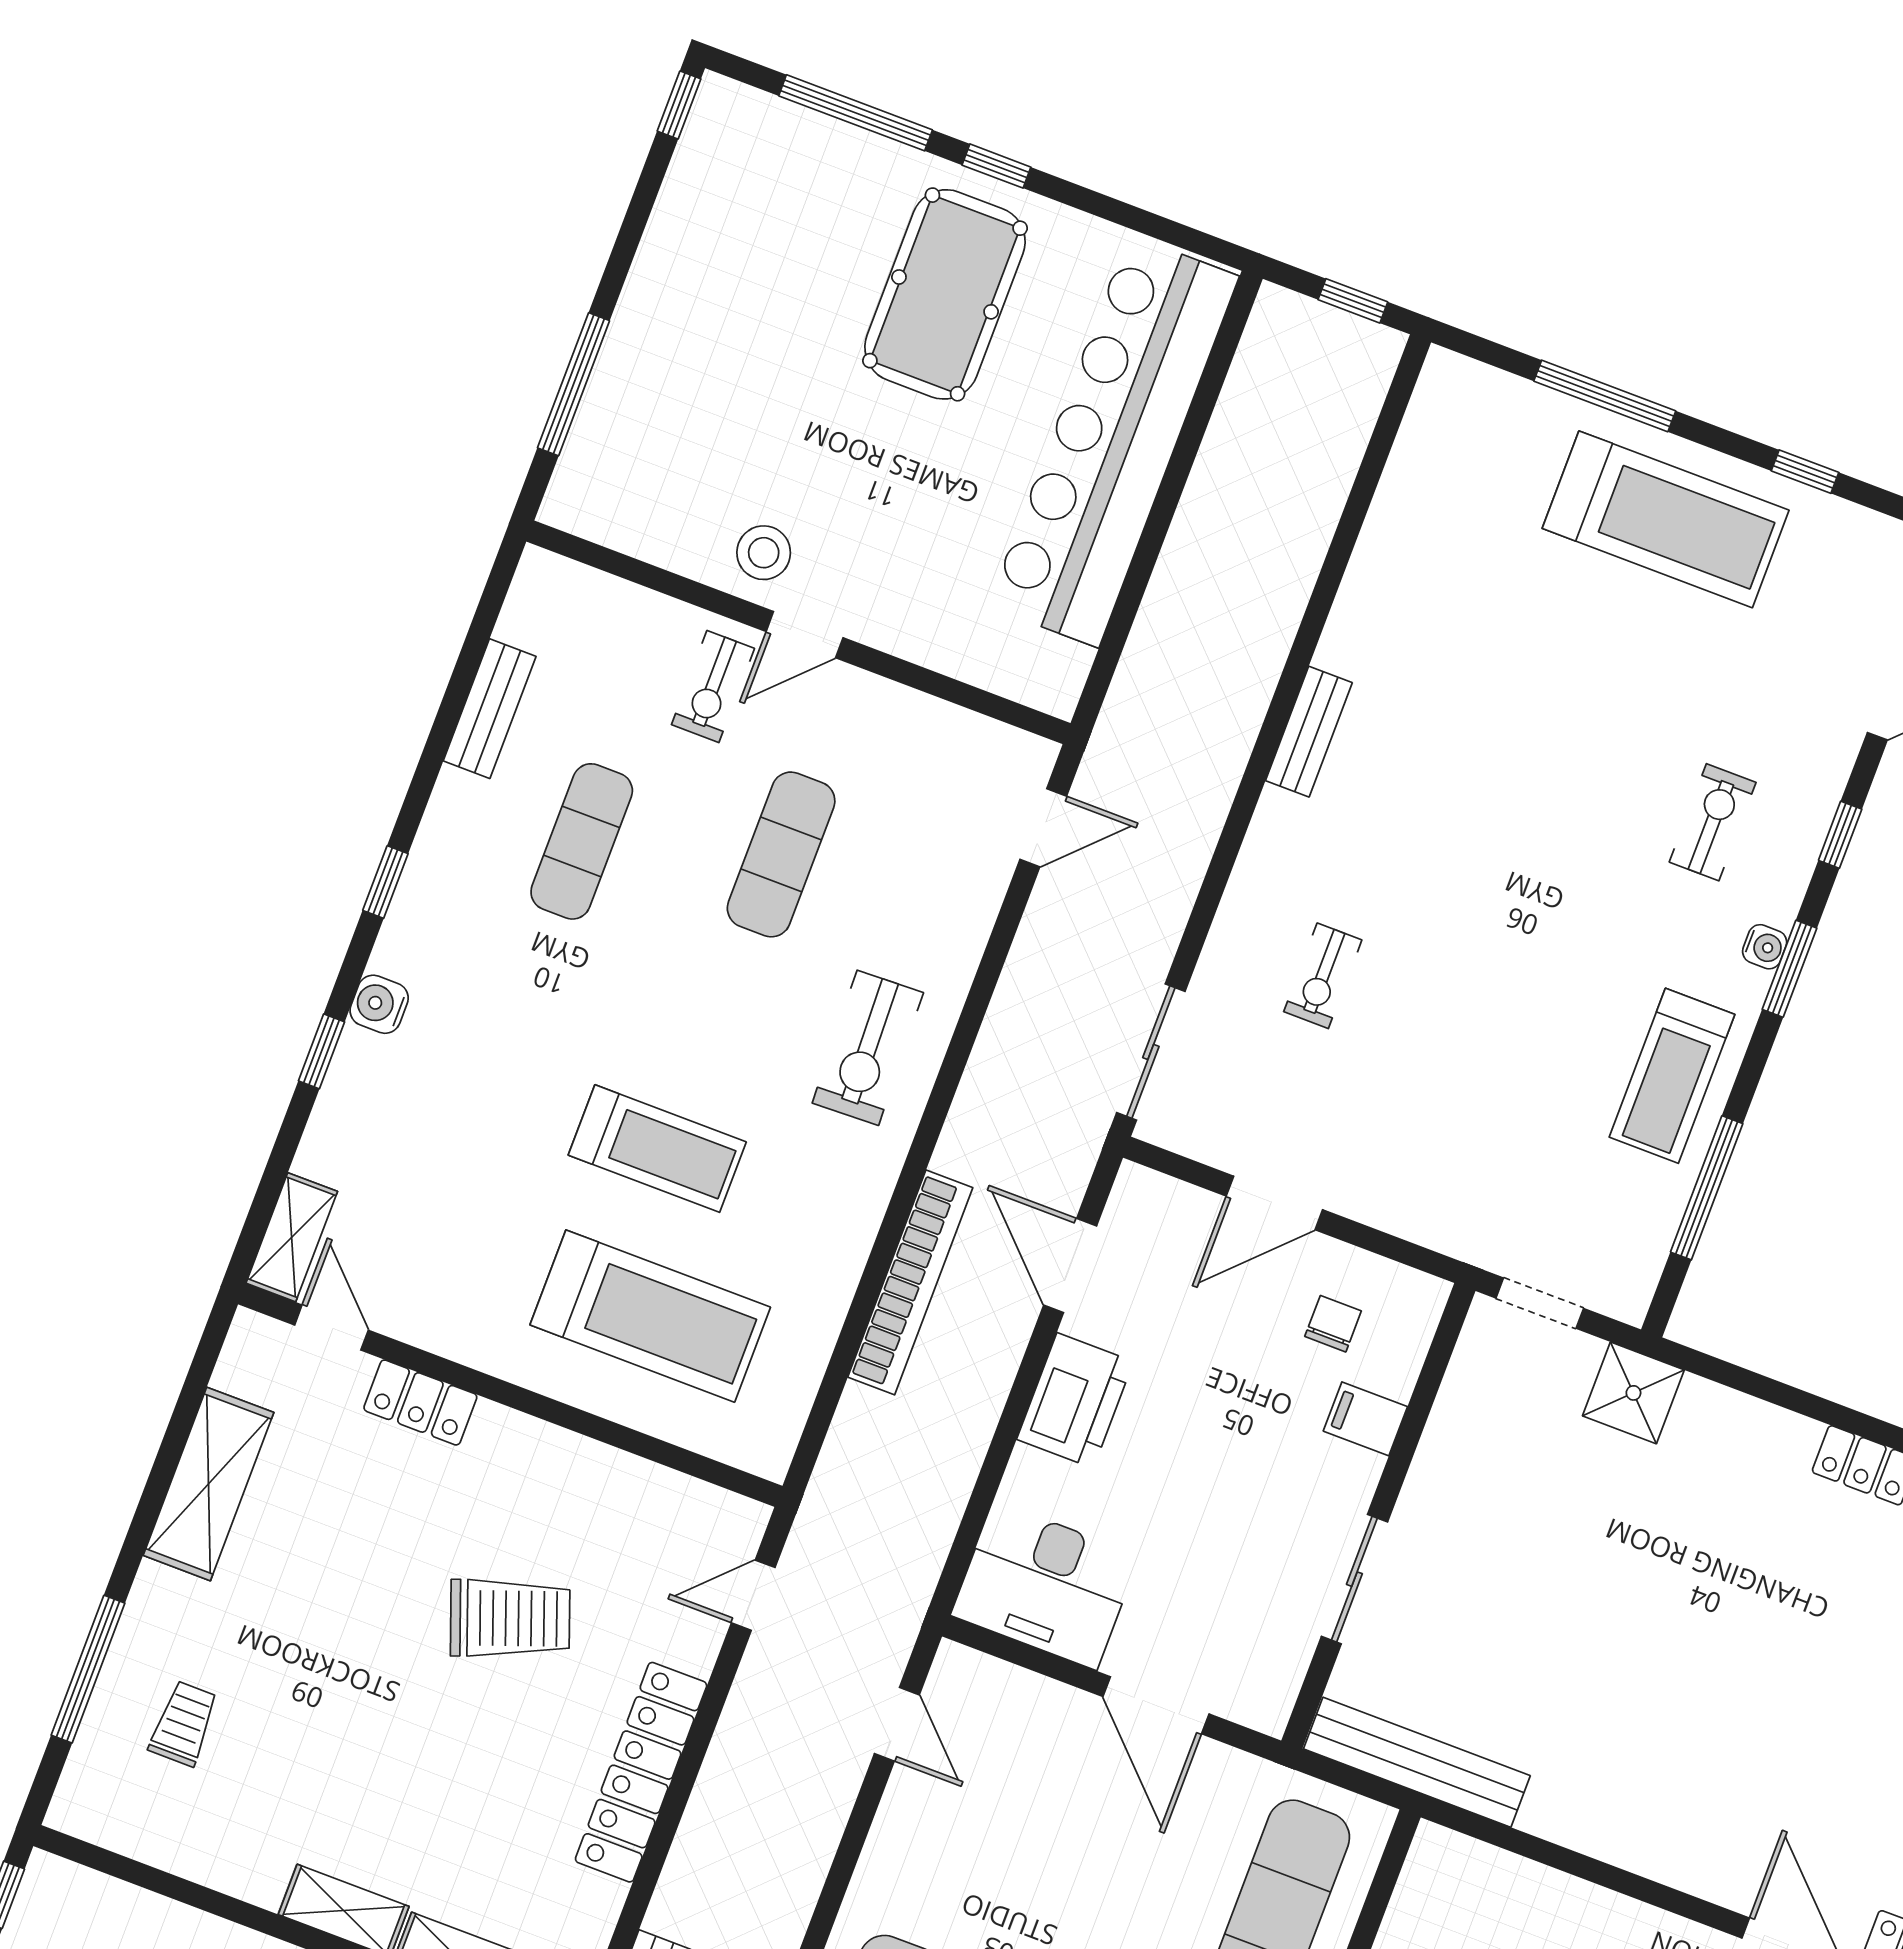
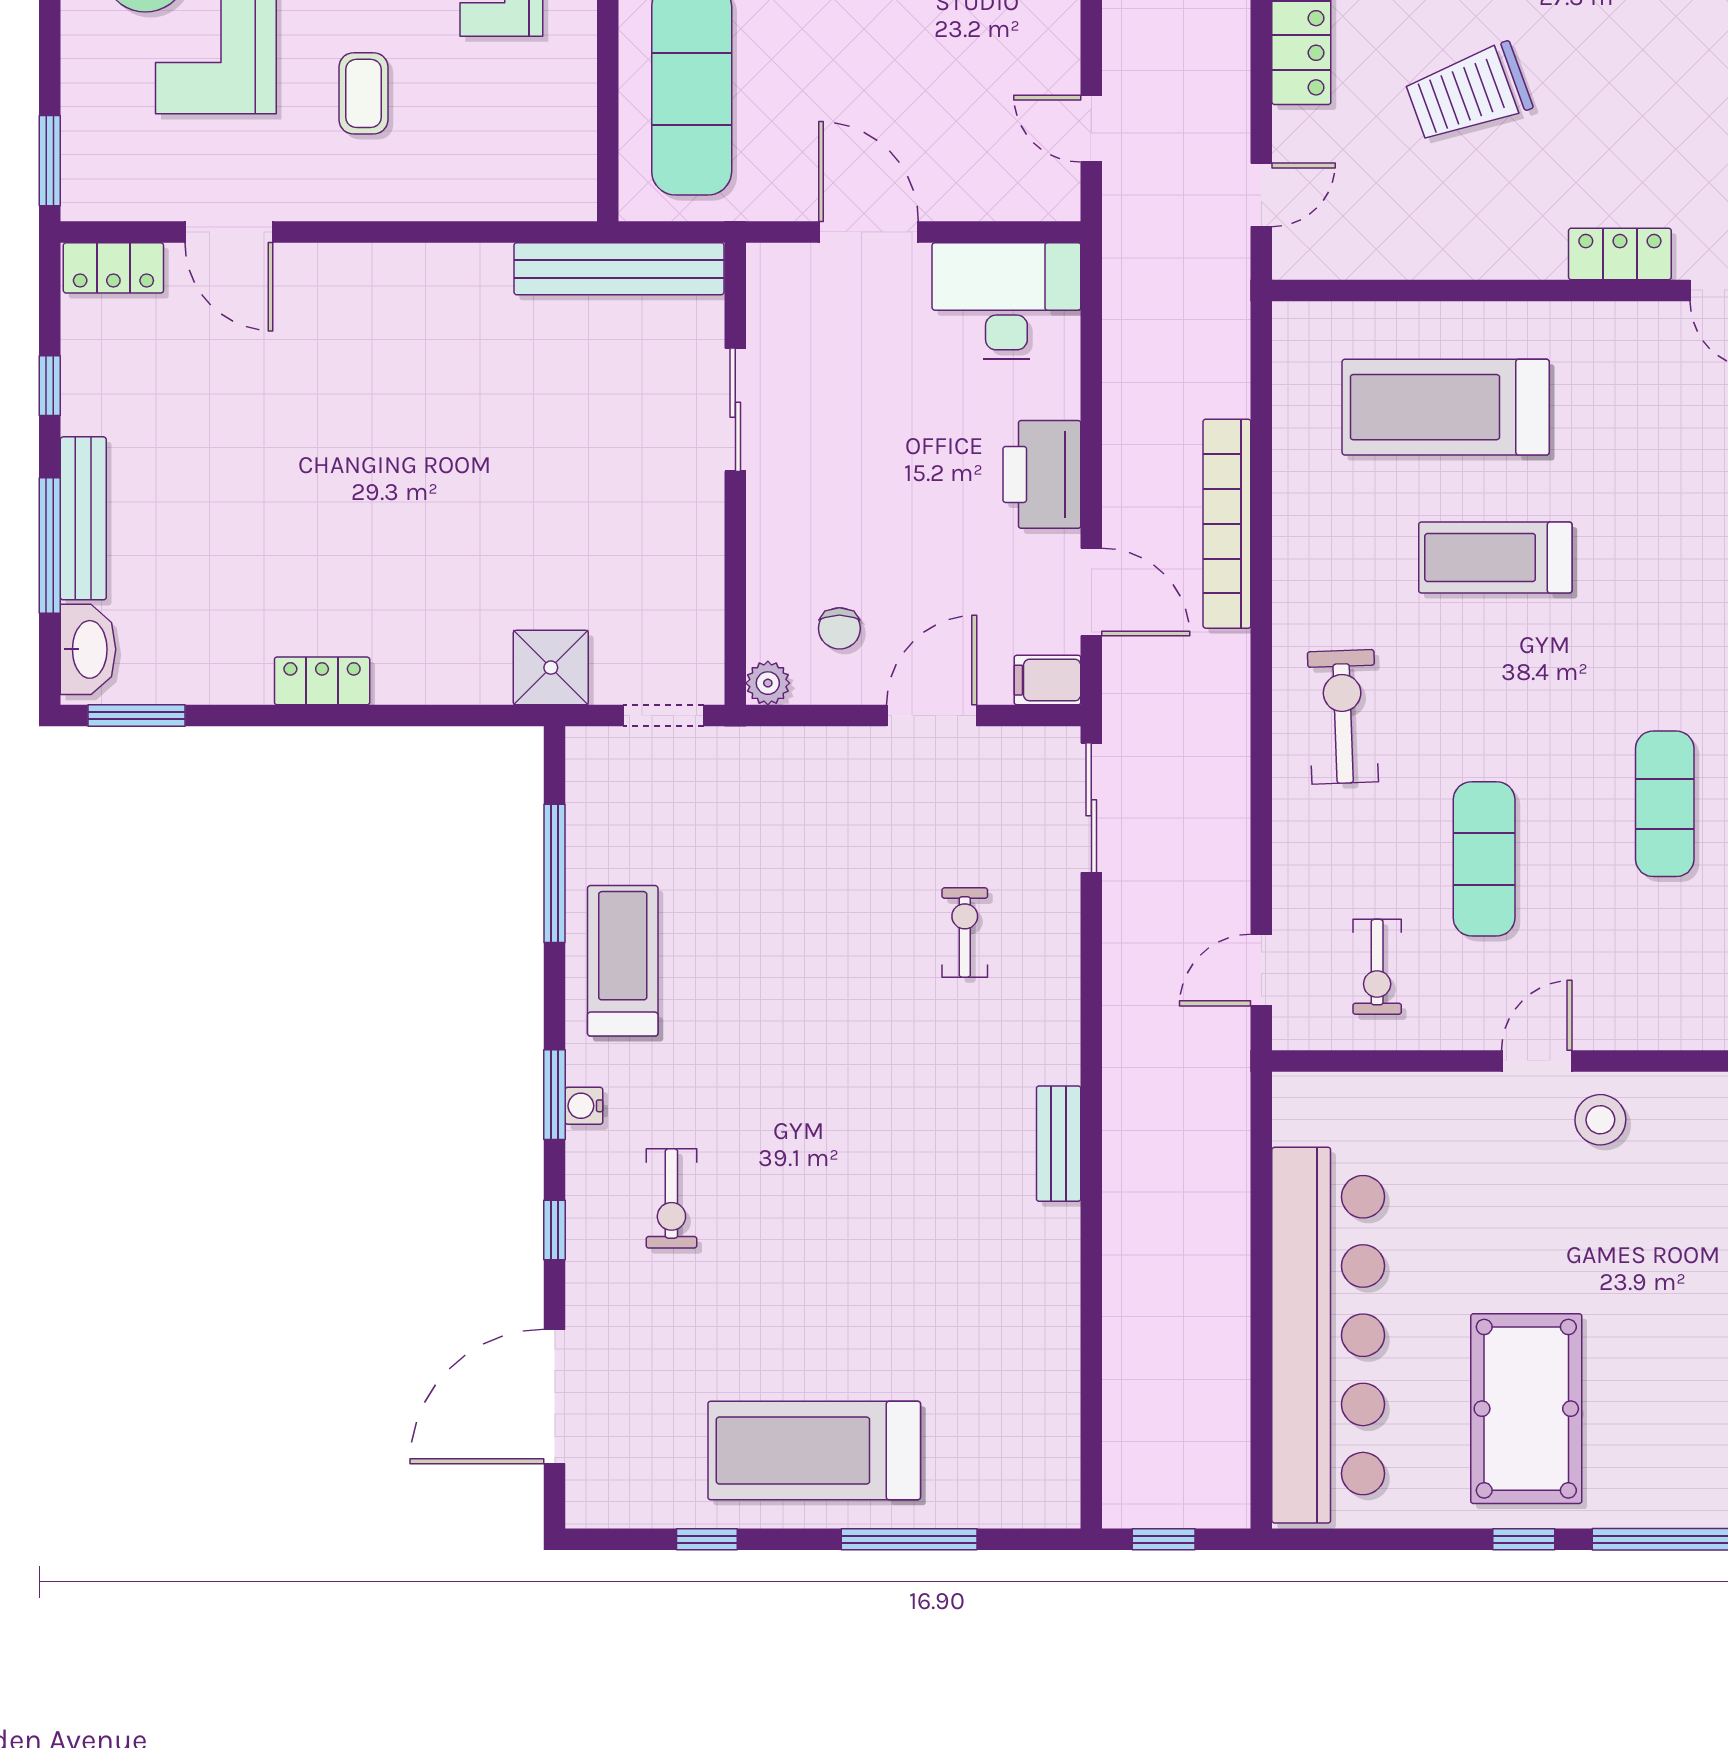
exercise bike: (713, 687) -> (1377, 967), moved, turned 180
plant: (1424, 1296) -> (768, 683), added
filing cabinet: (1365, 1419) -> (1047, 680), moved, turned 180

